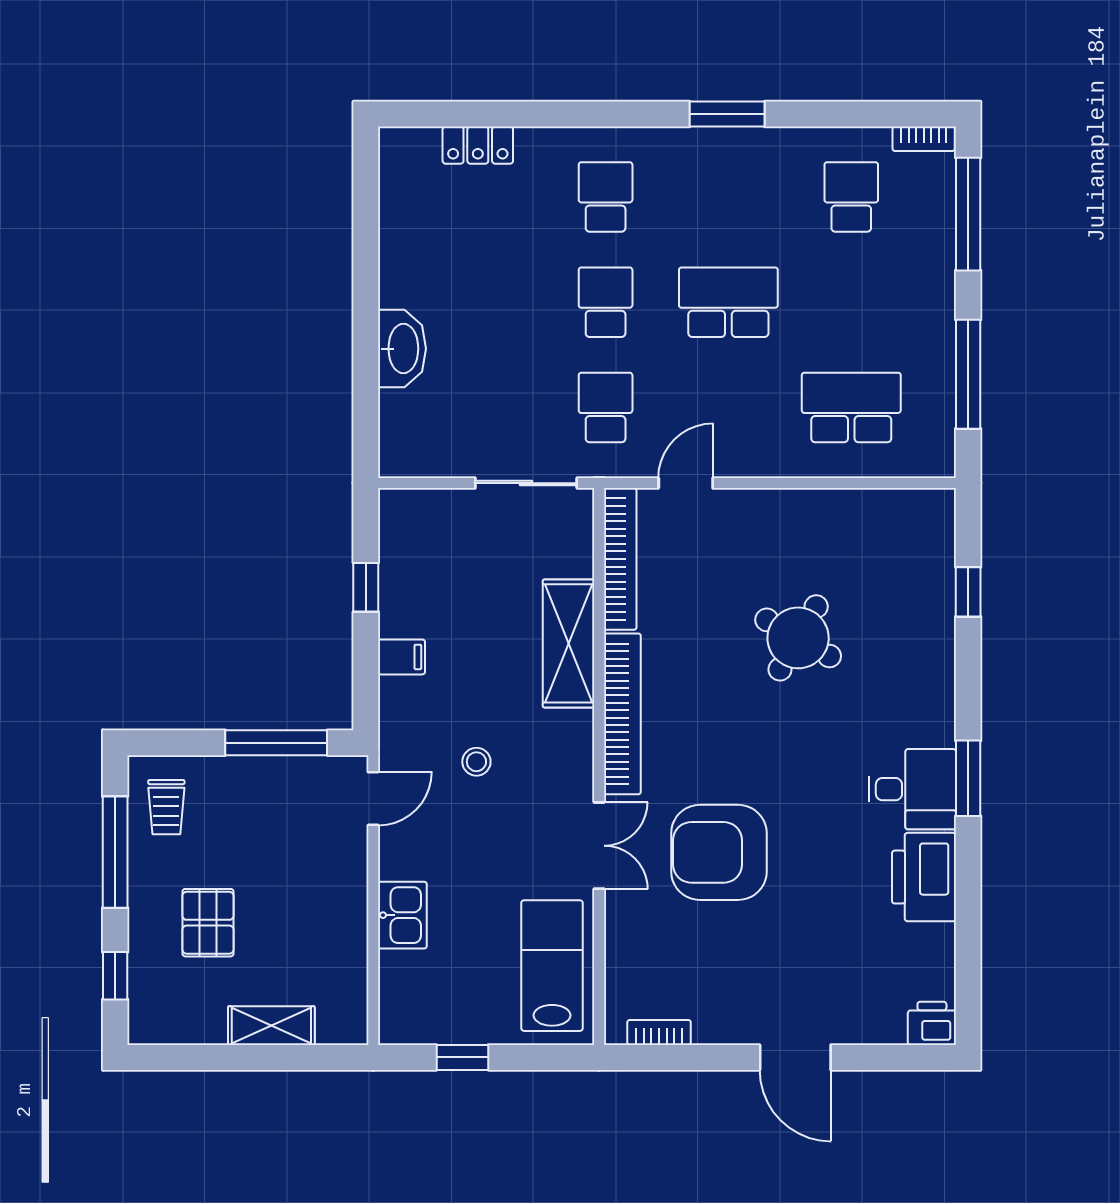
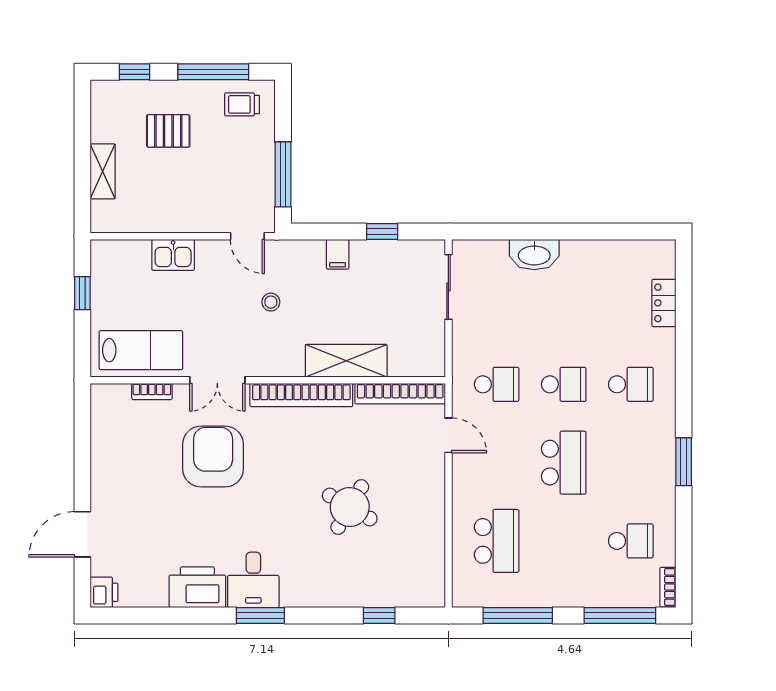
sliding door: (526, 483) -> (448, 287), moved
bookcase: (659, 1032) -> (152, 391), moved, turned 90
door: (795, 1057) -> (82, 534), moved

